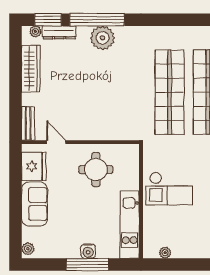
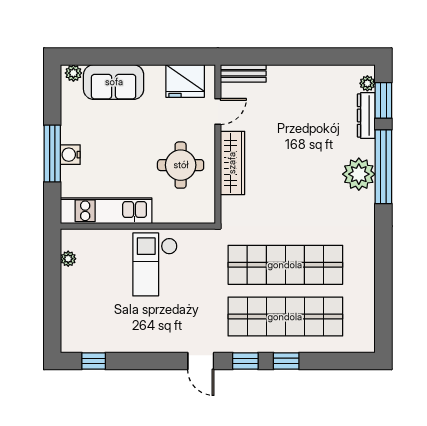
wardrobe: (31, 69) -> (232, 163), moved, turned -90
sofa: (34, 204) -> (114, 82), moved

